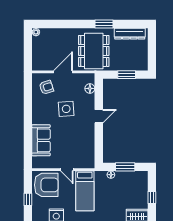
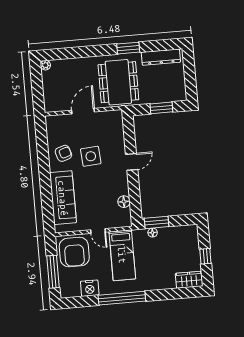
armchair: (46, 87) -> (63, 153), moved
floor lamp: (90, 88) -> (124, 202), moved
sofa: (41, 140) -> (63, 198), width x1.36
window: (125, 167) -> (157, 222), moved
armchair: (46, 185) -> (74, 252), turned 90
window: (28, 199) -> (53, 272), width x2.17

